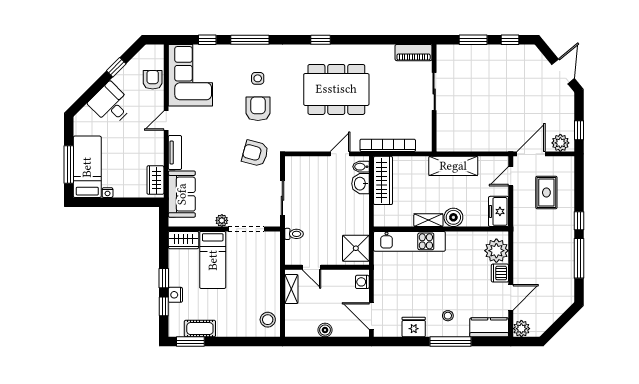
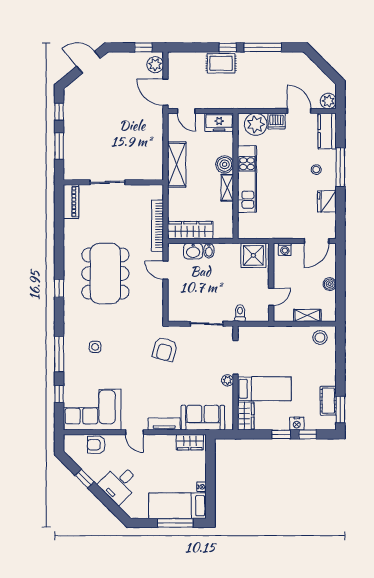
armchair: (258, 109) -> (123, 347), removed
bidet: (361, 167) -> (209, 251), moved
rug: (546, 192) -> (221, 63), moved
kitchen unit: (409, 241) -> (247, 179), moved
shelving: (291, 289) -> (307, 315), moved

